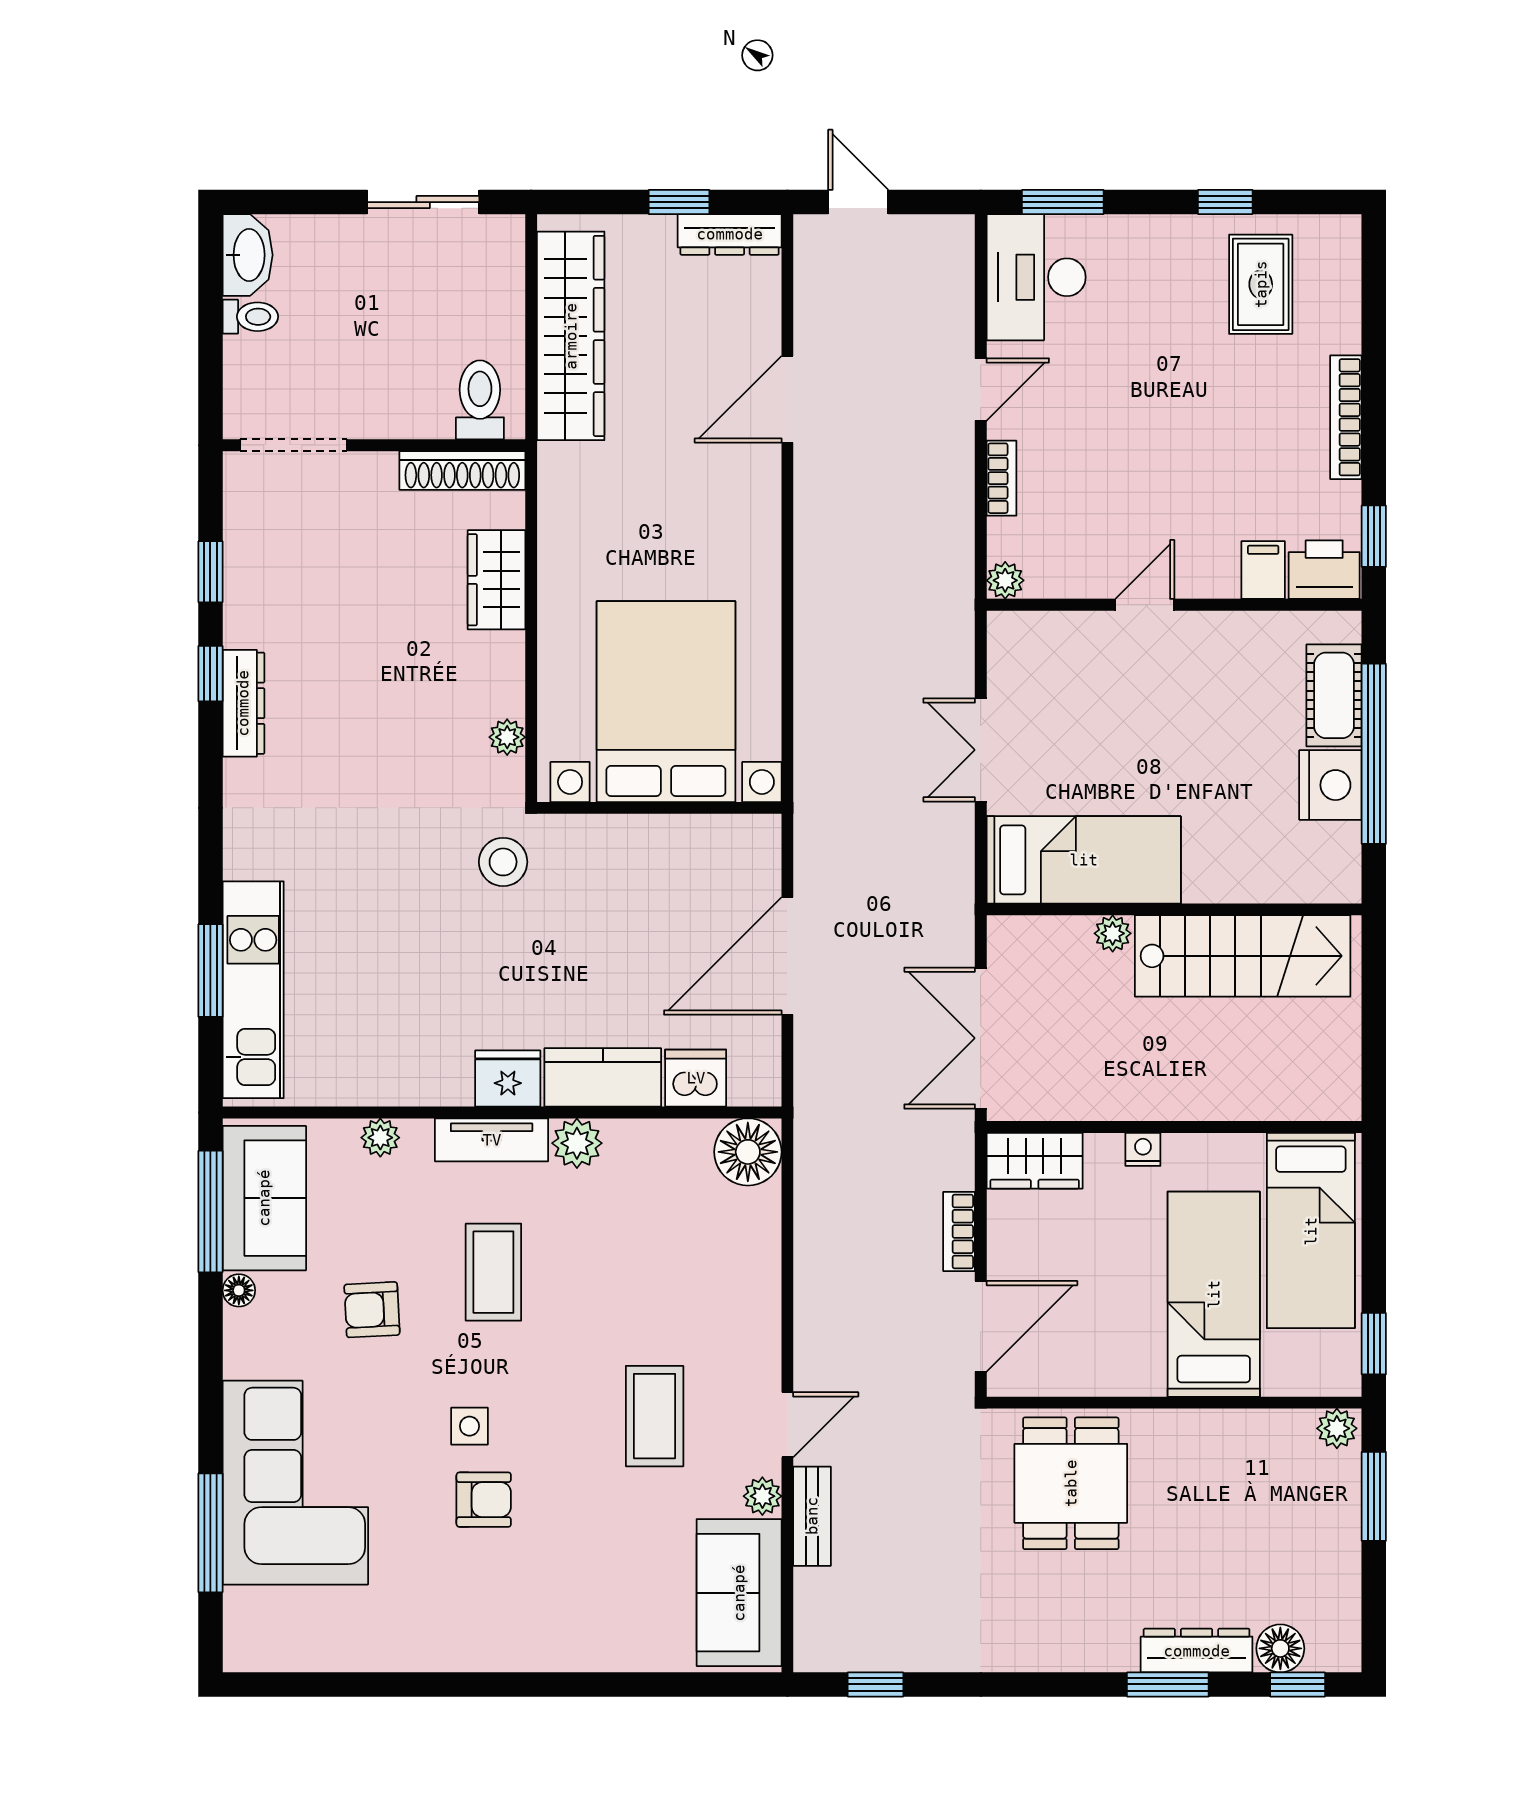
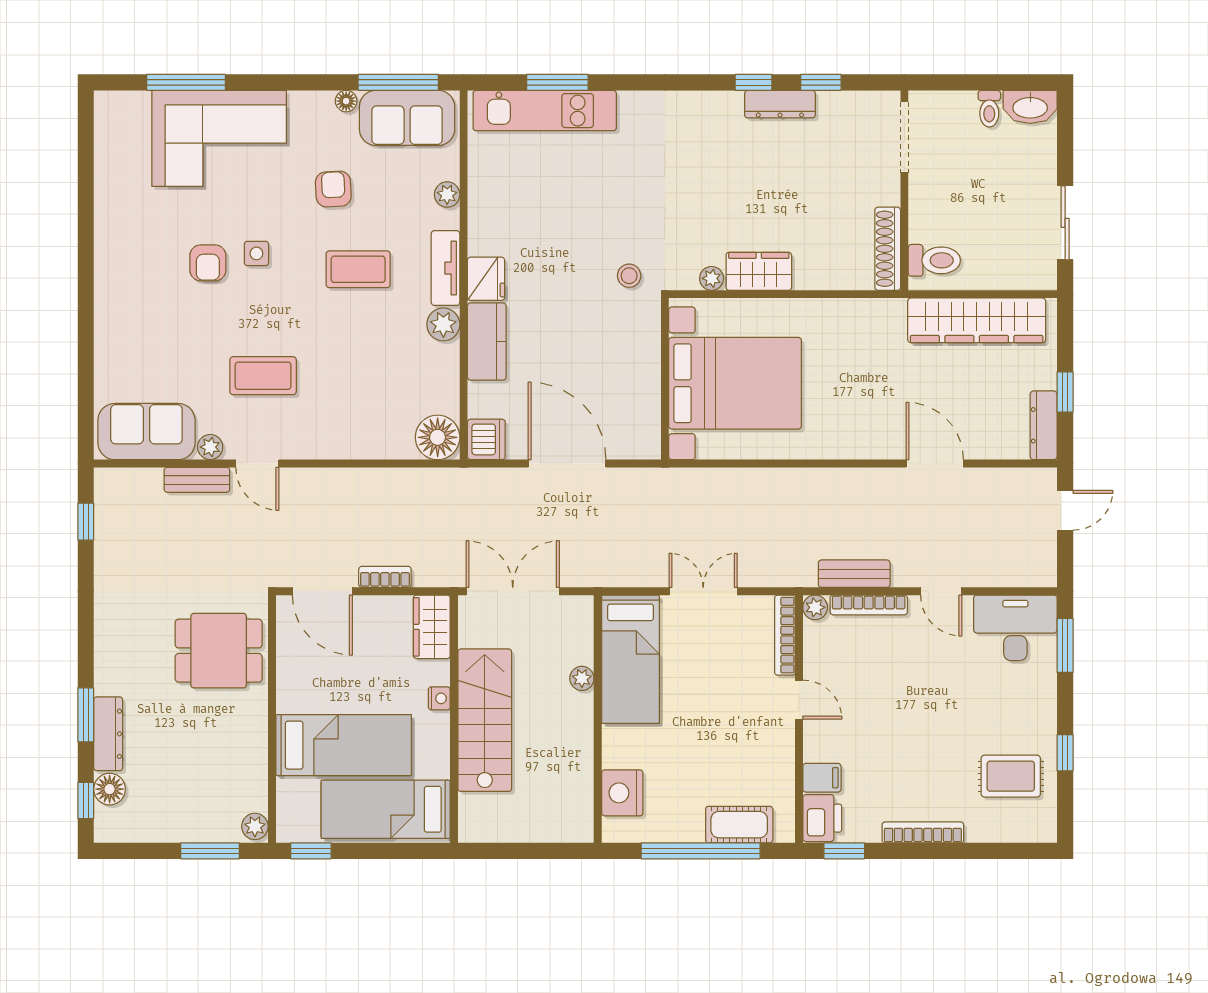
bookcase: (1002, 478) -> (869, 605), width x1.56
bench: (954, 521) -> (854, 574), added
wardrobe: (496, 580) -> (759, 271), moved
bookcase: (1047, 626) -> (785, 635), added
dresser: (243, 703) -> (780, 104), moved
nightstand: (1330, 785) -> (622, 793), moved, turned 90
stool: (503, 862) -> (629, 276), width x0.73, depth x0.73
stairs: (1243, 956) -> (485, 720), moved, turned 180
dishwasher: (696, 1078) -> (486, 439), moved

